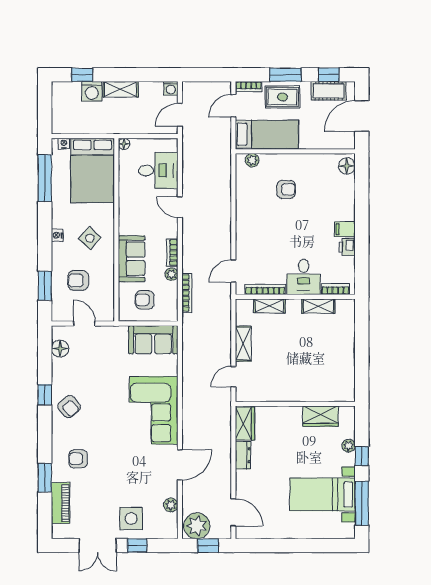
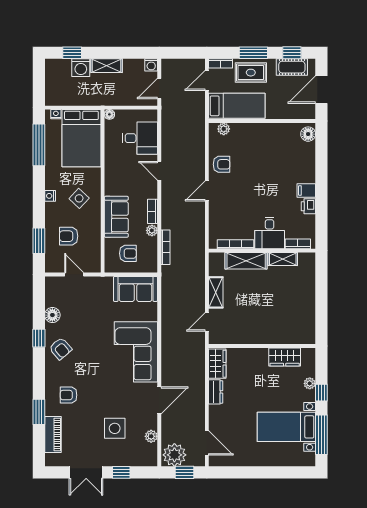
armchair: (286, 189) -> (221, 164), moved
door: (233, 271) -> (207, 191), moved
armchair: (145, 300) -> (128, 253), turned 180
shelving: (269, 306) -> (246, 261), width x1.50, depth x1.33
floor lamp: (60, 349) -> (52, 315), moved
side table: (131, 519) -> (115, 428), moved

